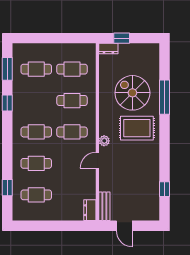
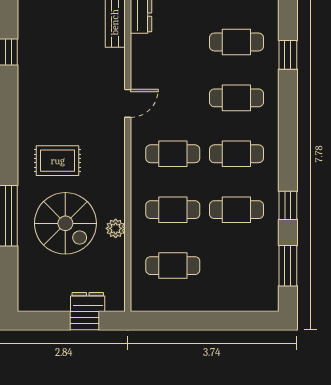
dresser: (108, 49) -> (88, 302), moved
cafe table: (36, 69) -> (236, 210), moved
rug: (137, 128) -> (58, 161), width x0.73, depth x0.70
plant: (104, 141) -> (116, 228), moved

